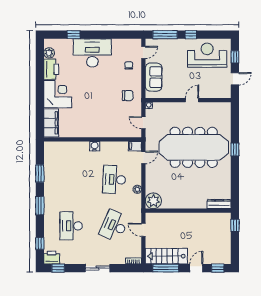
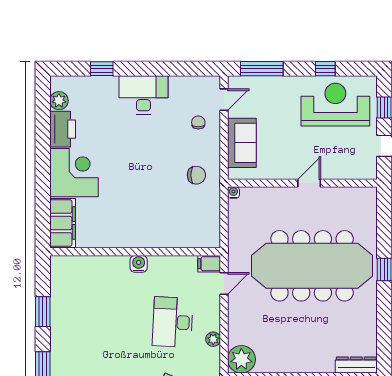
window: (191, 35) -> (325, 69), moved
desk: (92, 53) -> (143, 95), width x0.73, depth x0.77
door: (143, 123) -> (224, 223), removed

